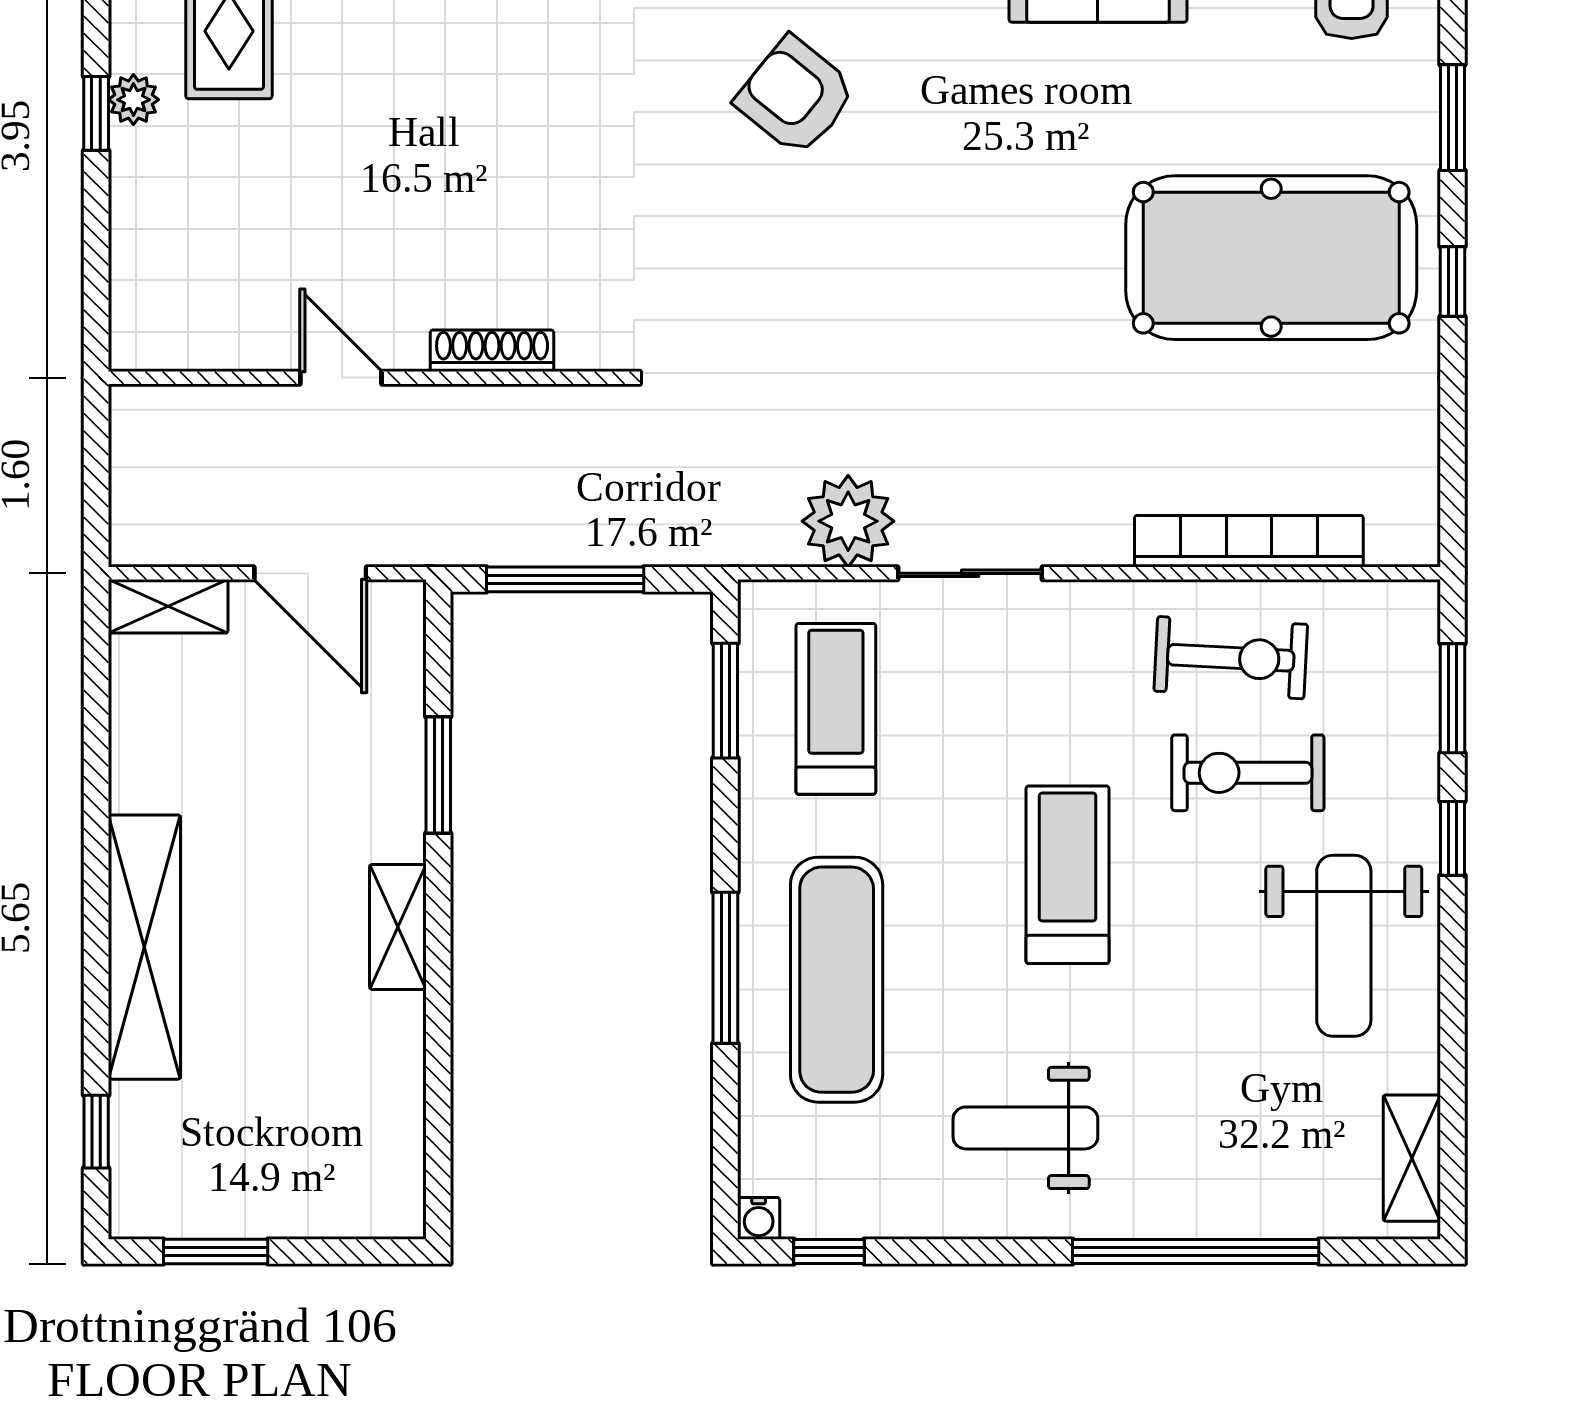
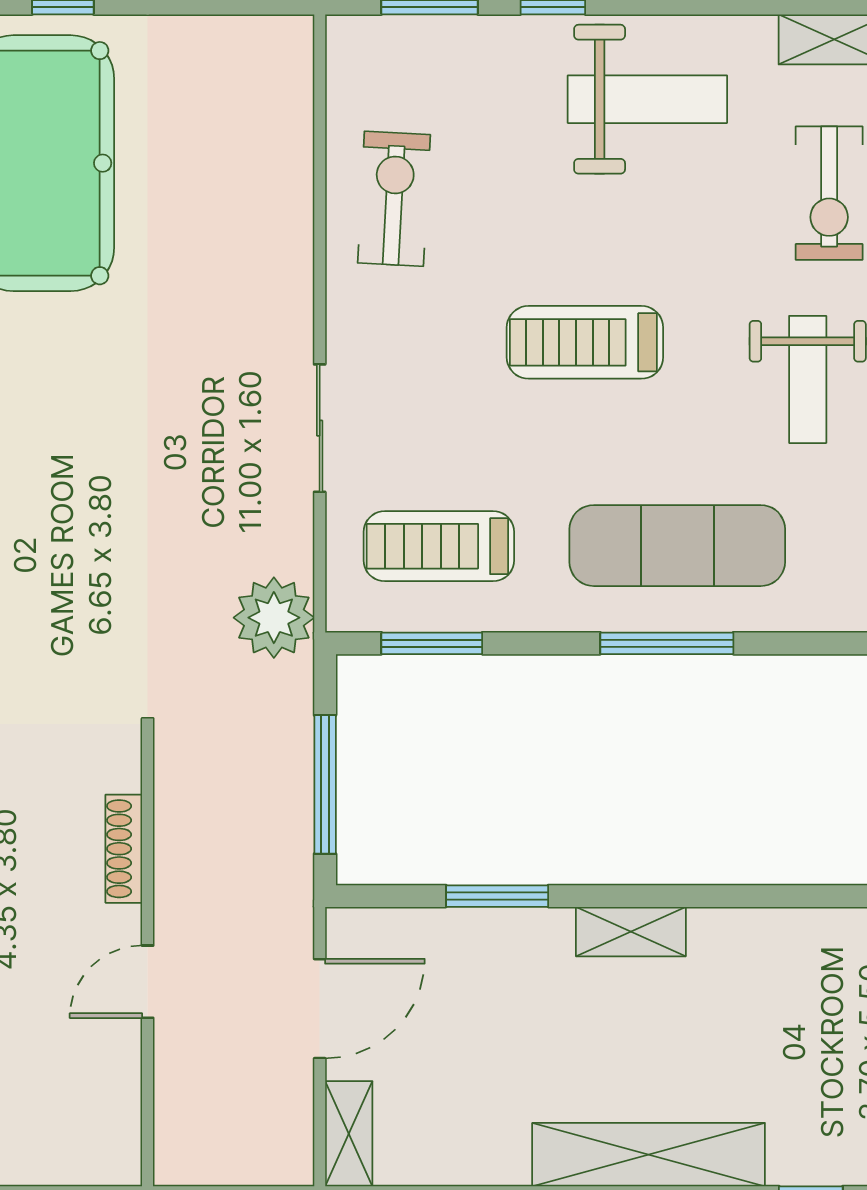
plant: (848, 521) -> (274, 618), moved
bookcase: (1249, 541) -> (291, 183), removed
exercise bike: (1248, 773) -> (829, 193), moved

